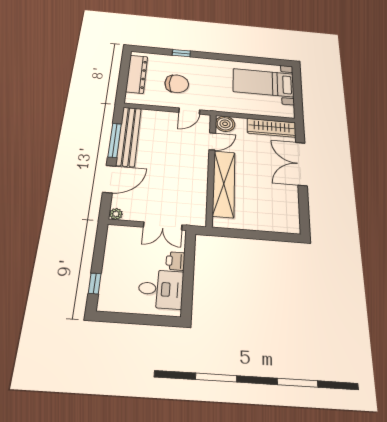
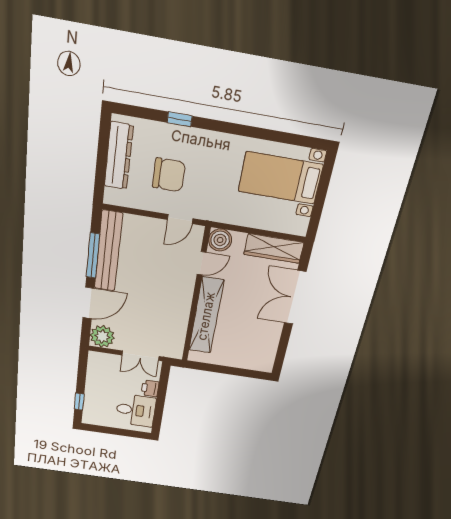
plant: (116, 214) -> (102, 336), width x1.87, depth x1.87

